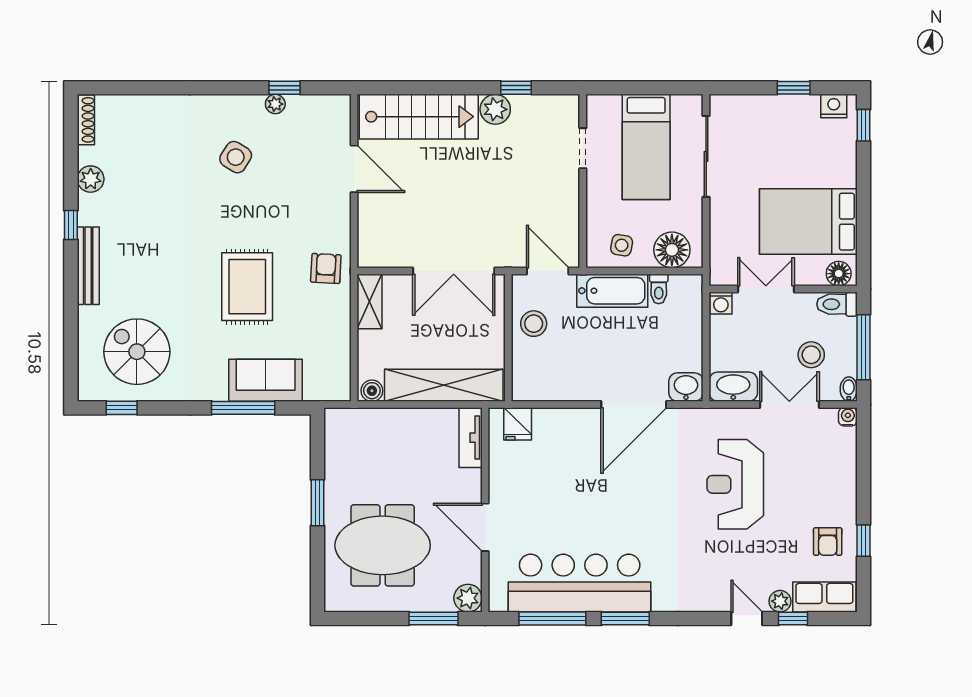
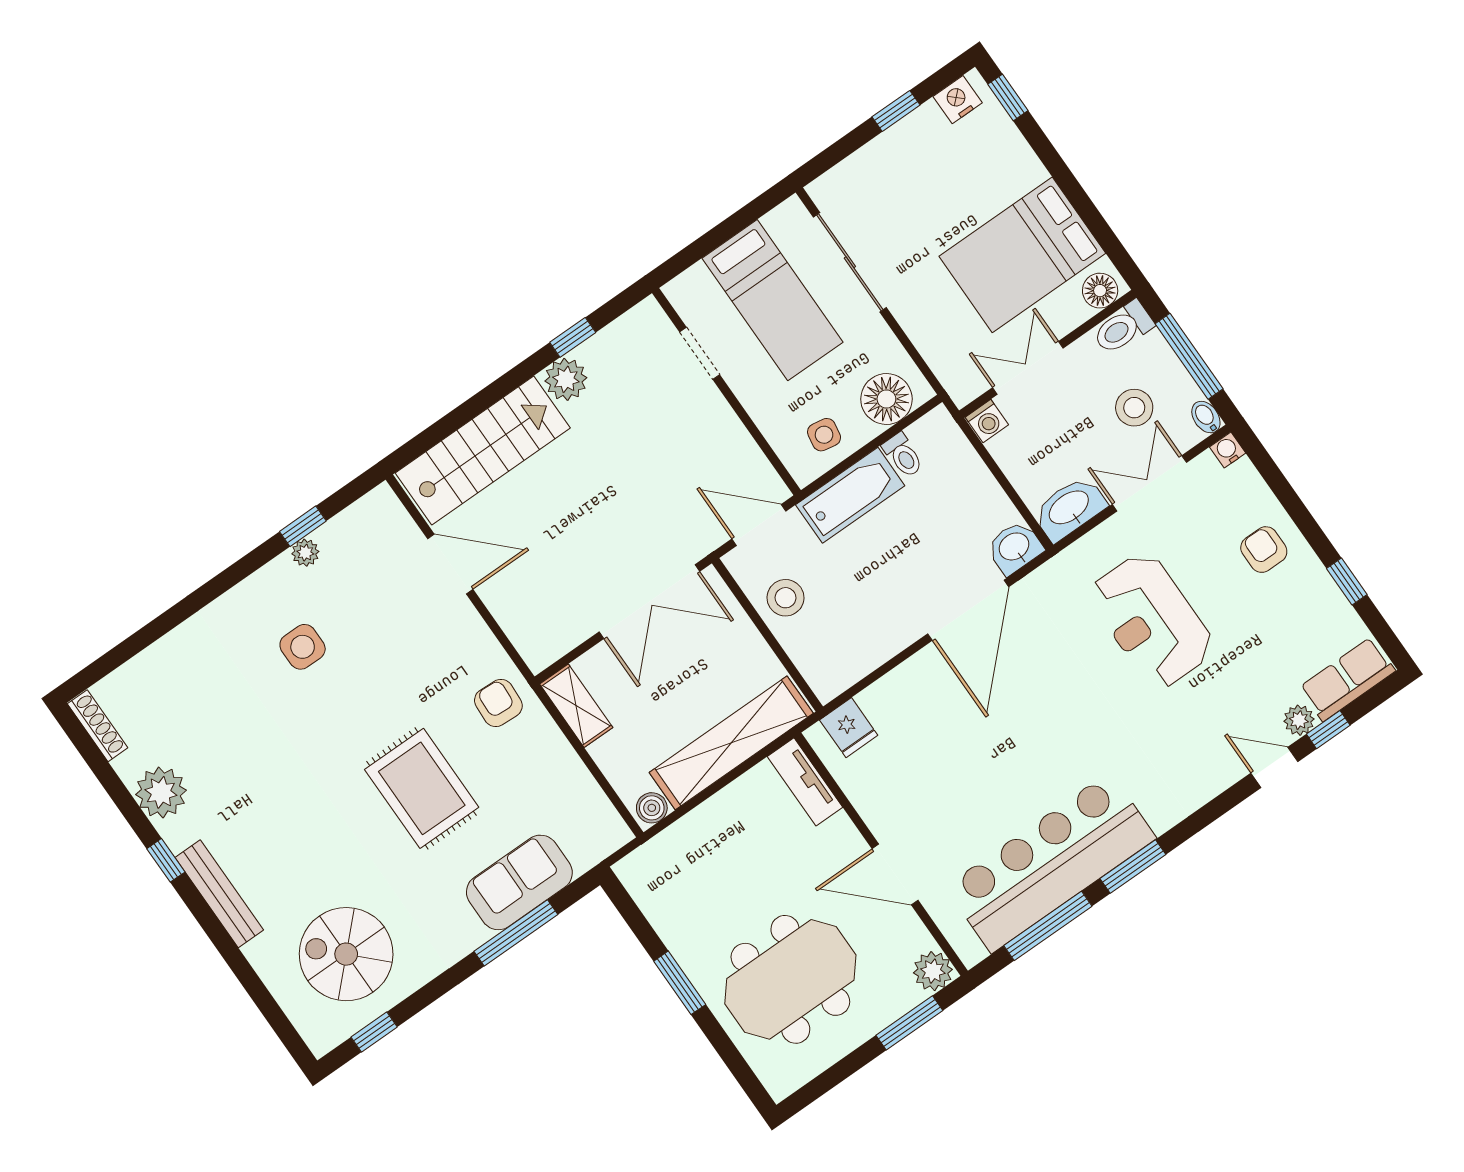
side table: (236, 157) -> (303, 647), turned -32
plant: (91, 179) -> (161, 792), width x1.36, depth x1.36
armchair: (828, 542) -> (1264, 550), moved, turned 180

